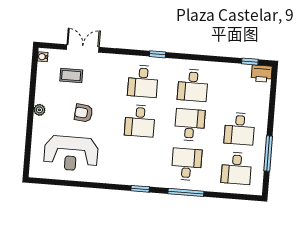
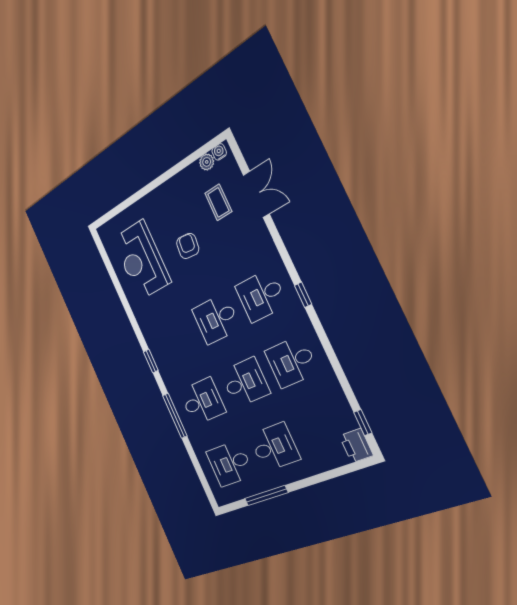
plant: (39, 110) -> (207, 162), moved
desk: (240, 129) -> (274, 447), turned 180

